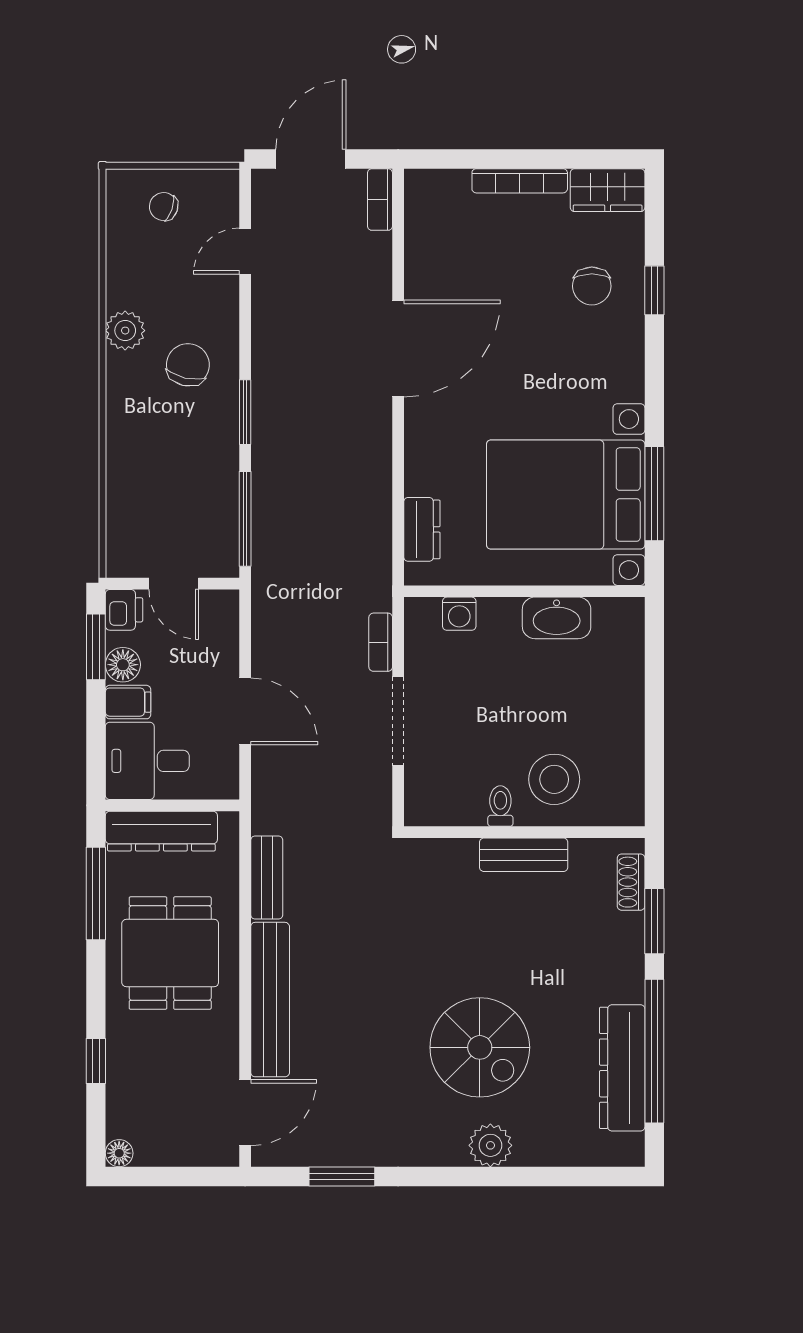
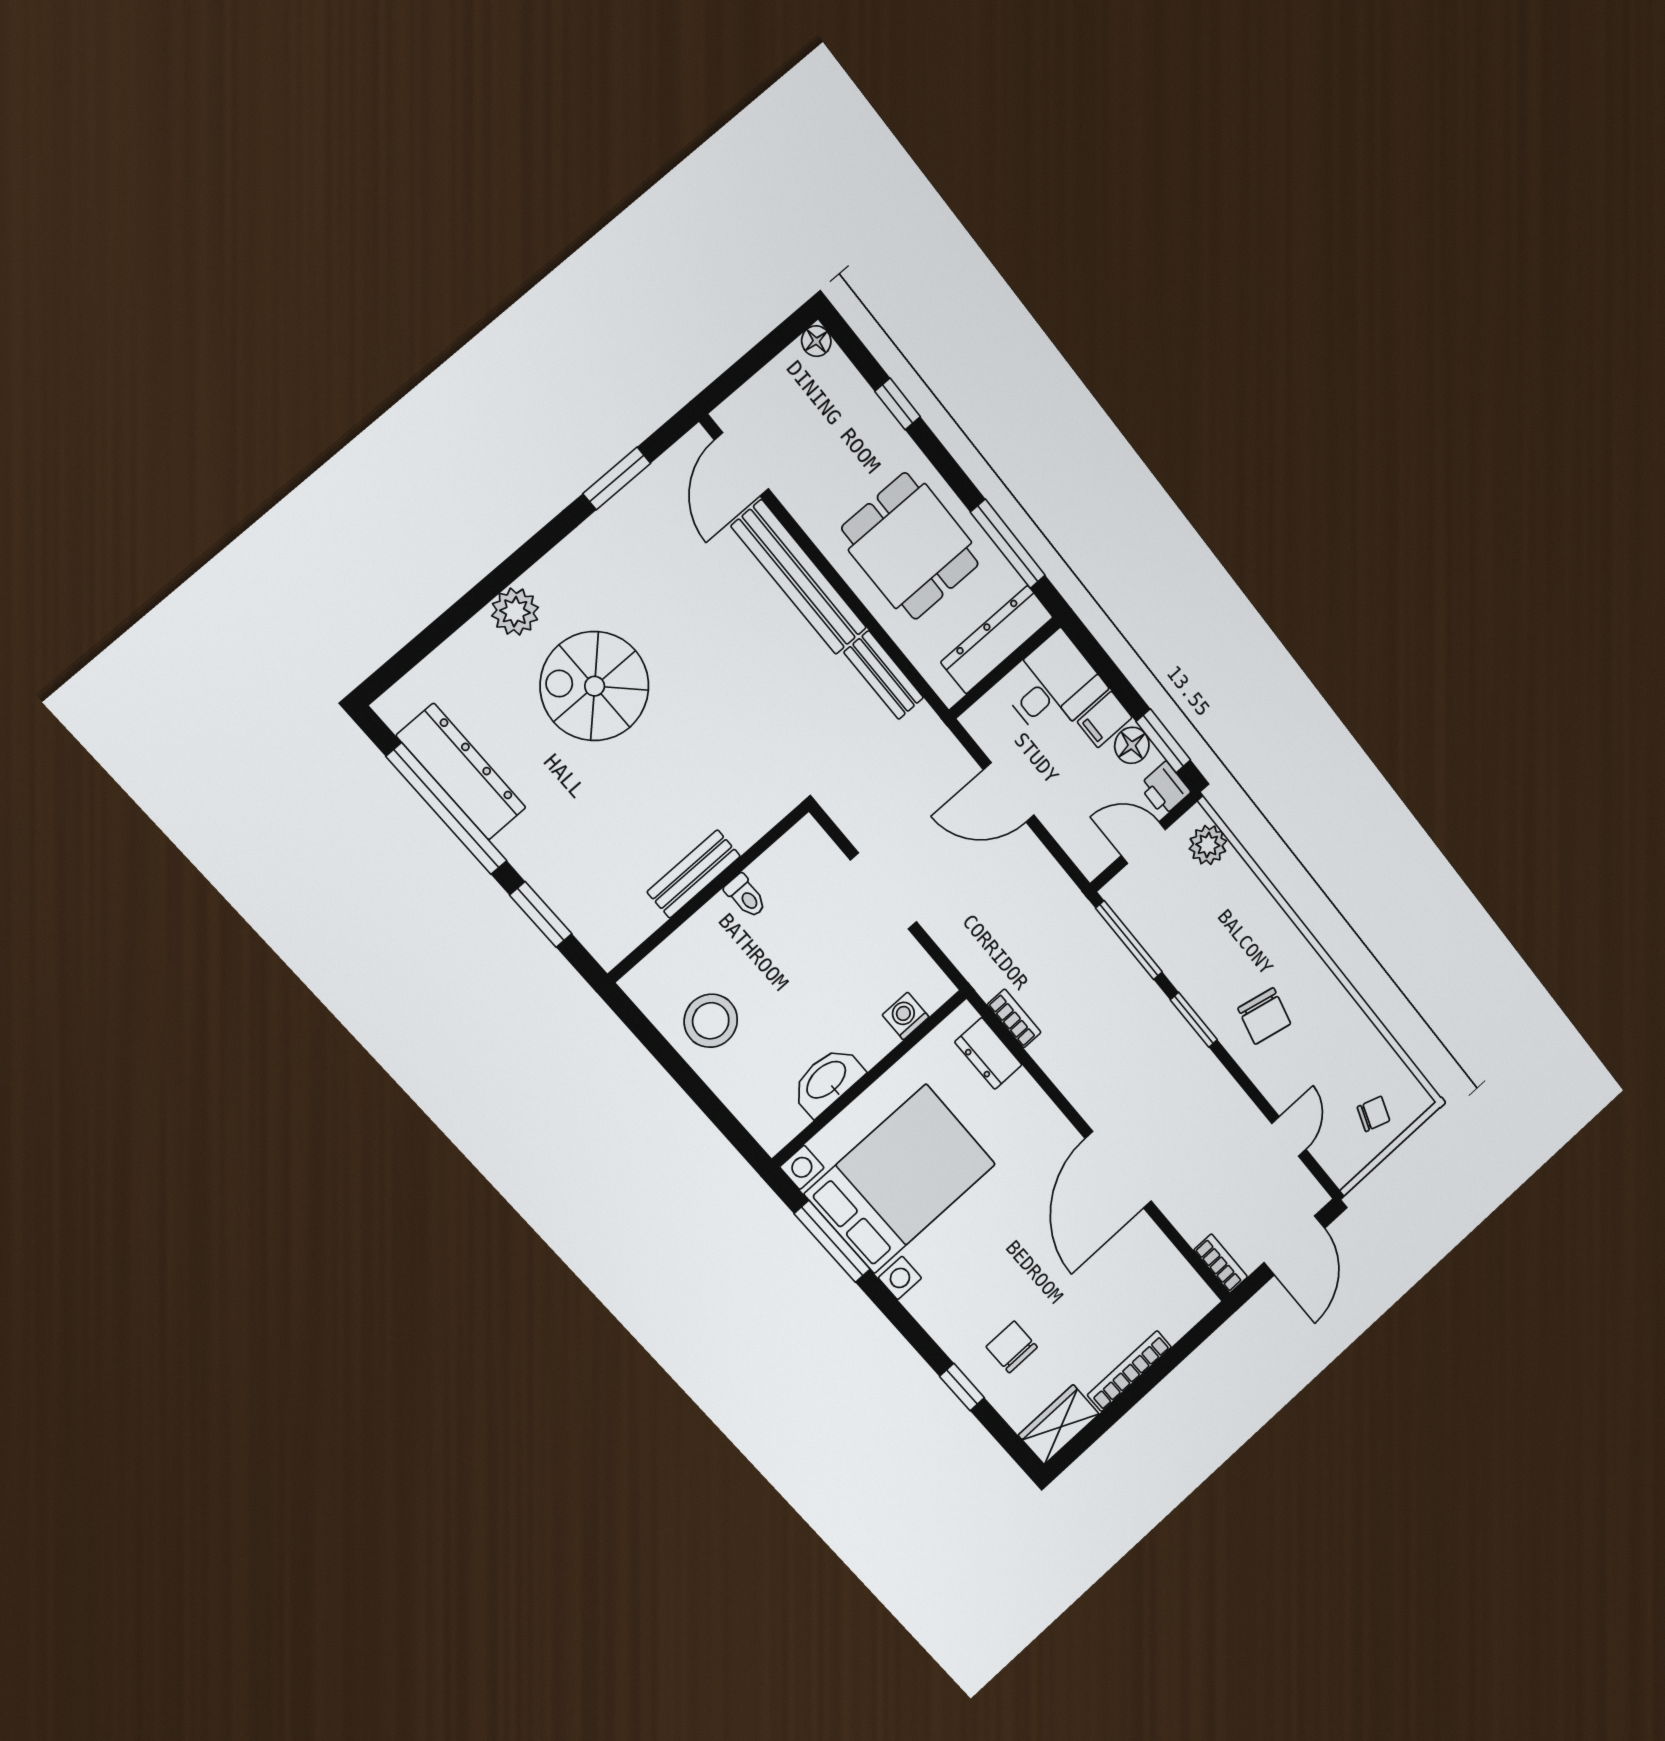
plant: (125, 331) -> (1208, 845), moved
bookcase: (381, 642) -> (1014, 1018), moved
stool: (554, 779) -> (711, 1021), moved
shoe rack: (631, 882) -> (587, 929), removed

